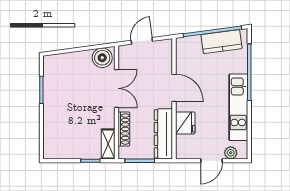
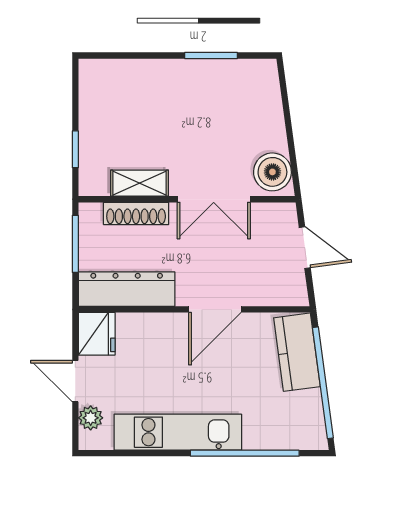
kitchen counter: (222, 42) -> (297, 352), moved
fridge: (185, 123) -> (97, 334), moved, turned -90
shelving: (108, 144) -> (139, 183), moved

